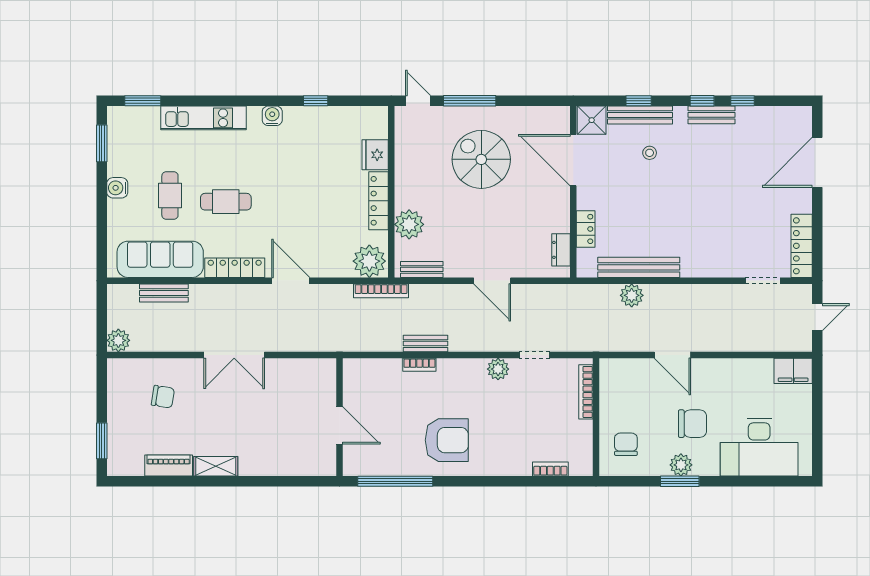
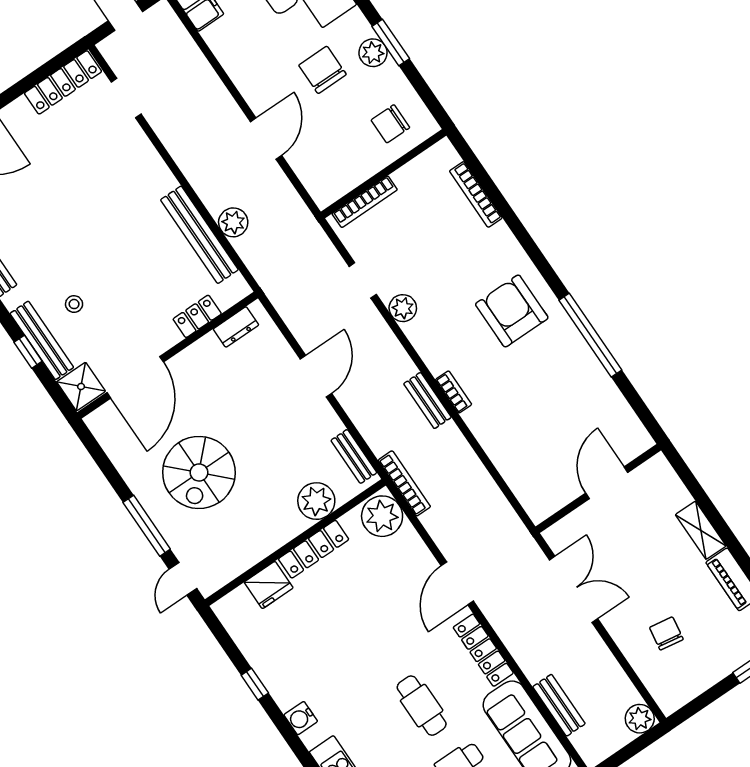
wall: (340, 417) -> (598, 488), moved
door: (340, 425) -> (607, 483), moved
bookcase: (550, 469) -> (476, 194), width x1.56

